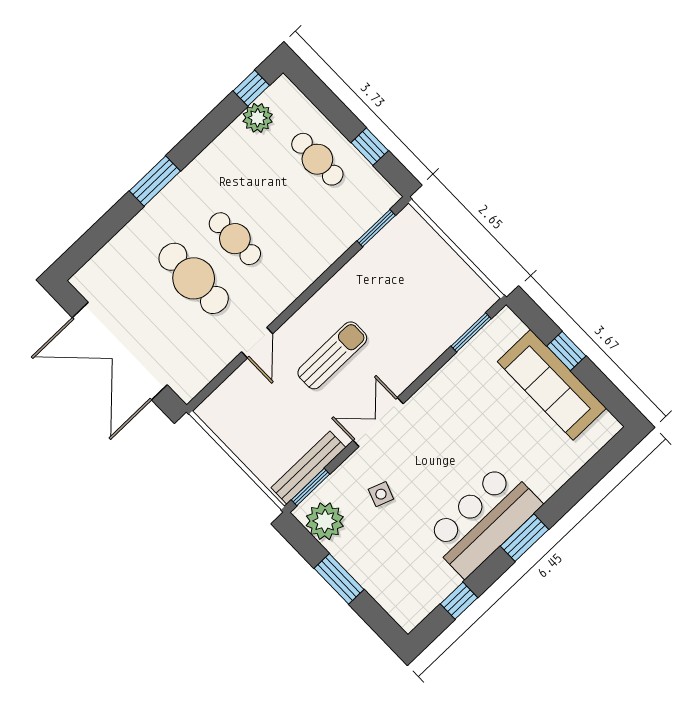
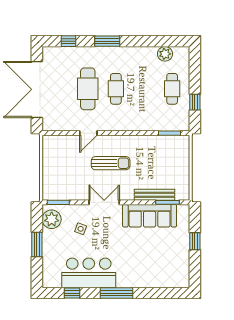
window: (251, 88) -> (68, 41), moved
sofa: (552, 385) -> (150, 216), moved, turned -90
bench: (308, 468) -> (155, 195), moved
bar counter: (483, 520) -> (89, 273), moved
window: (524, 538) -> (117, 293), width x1.44

